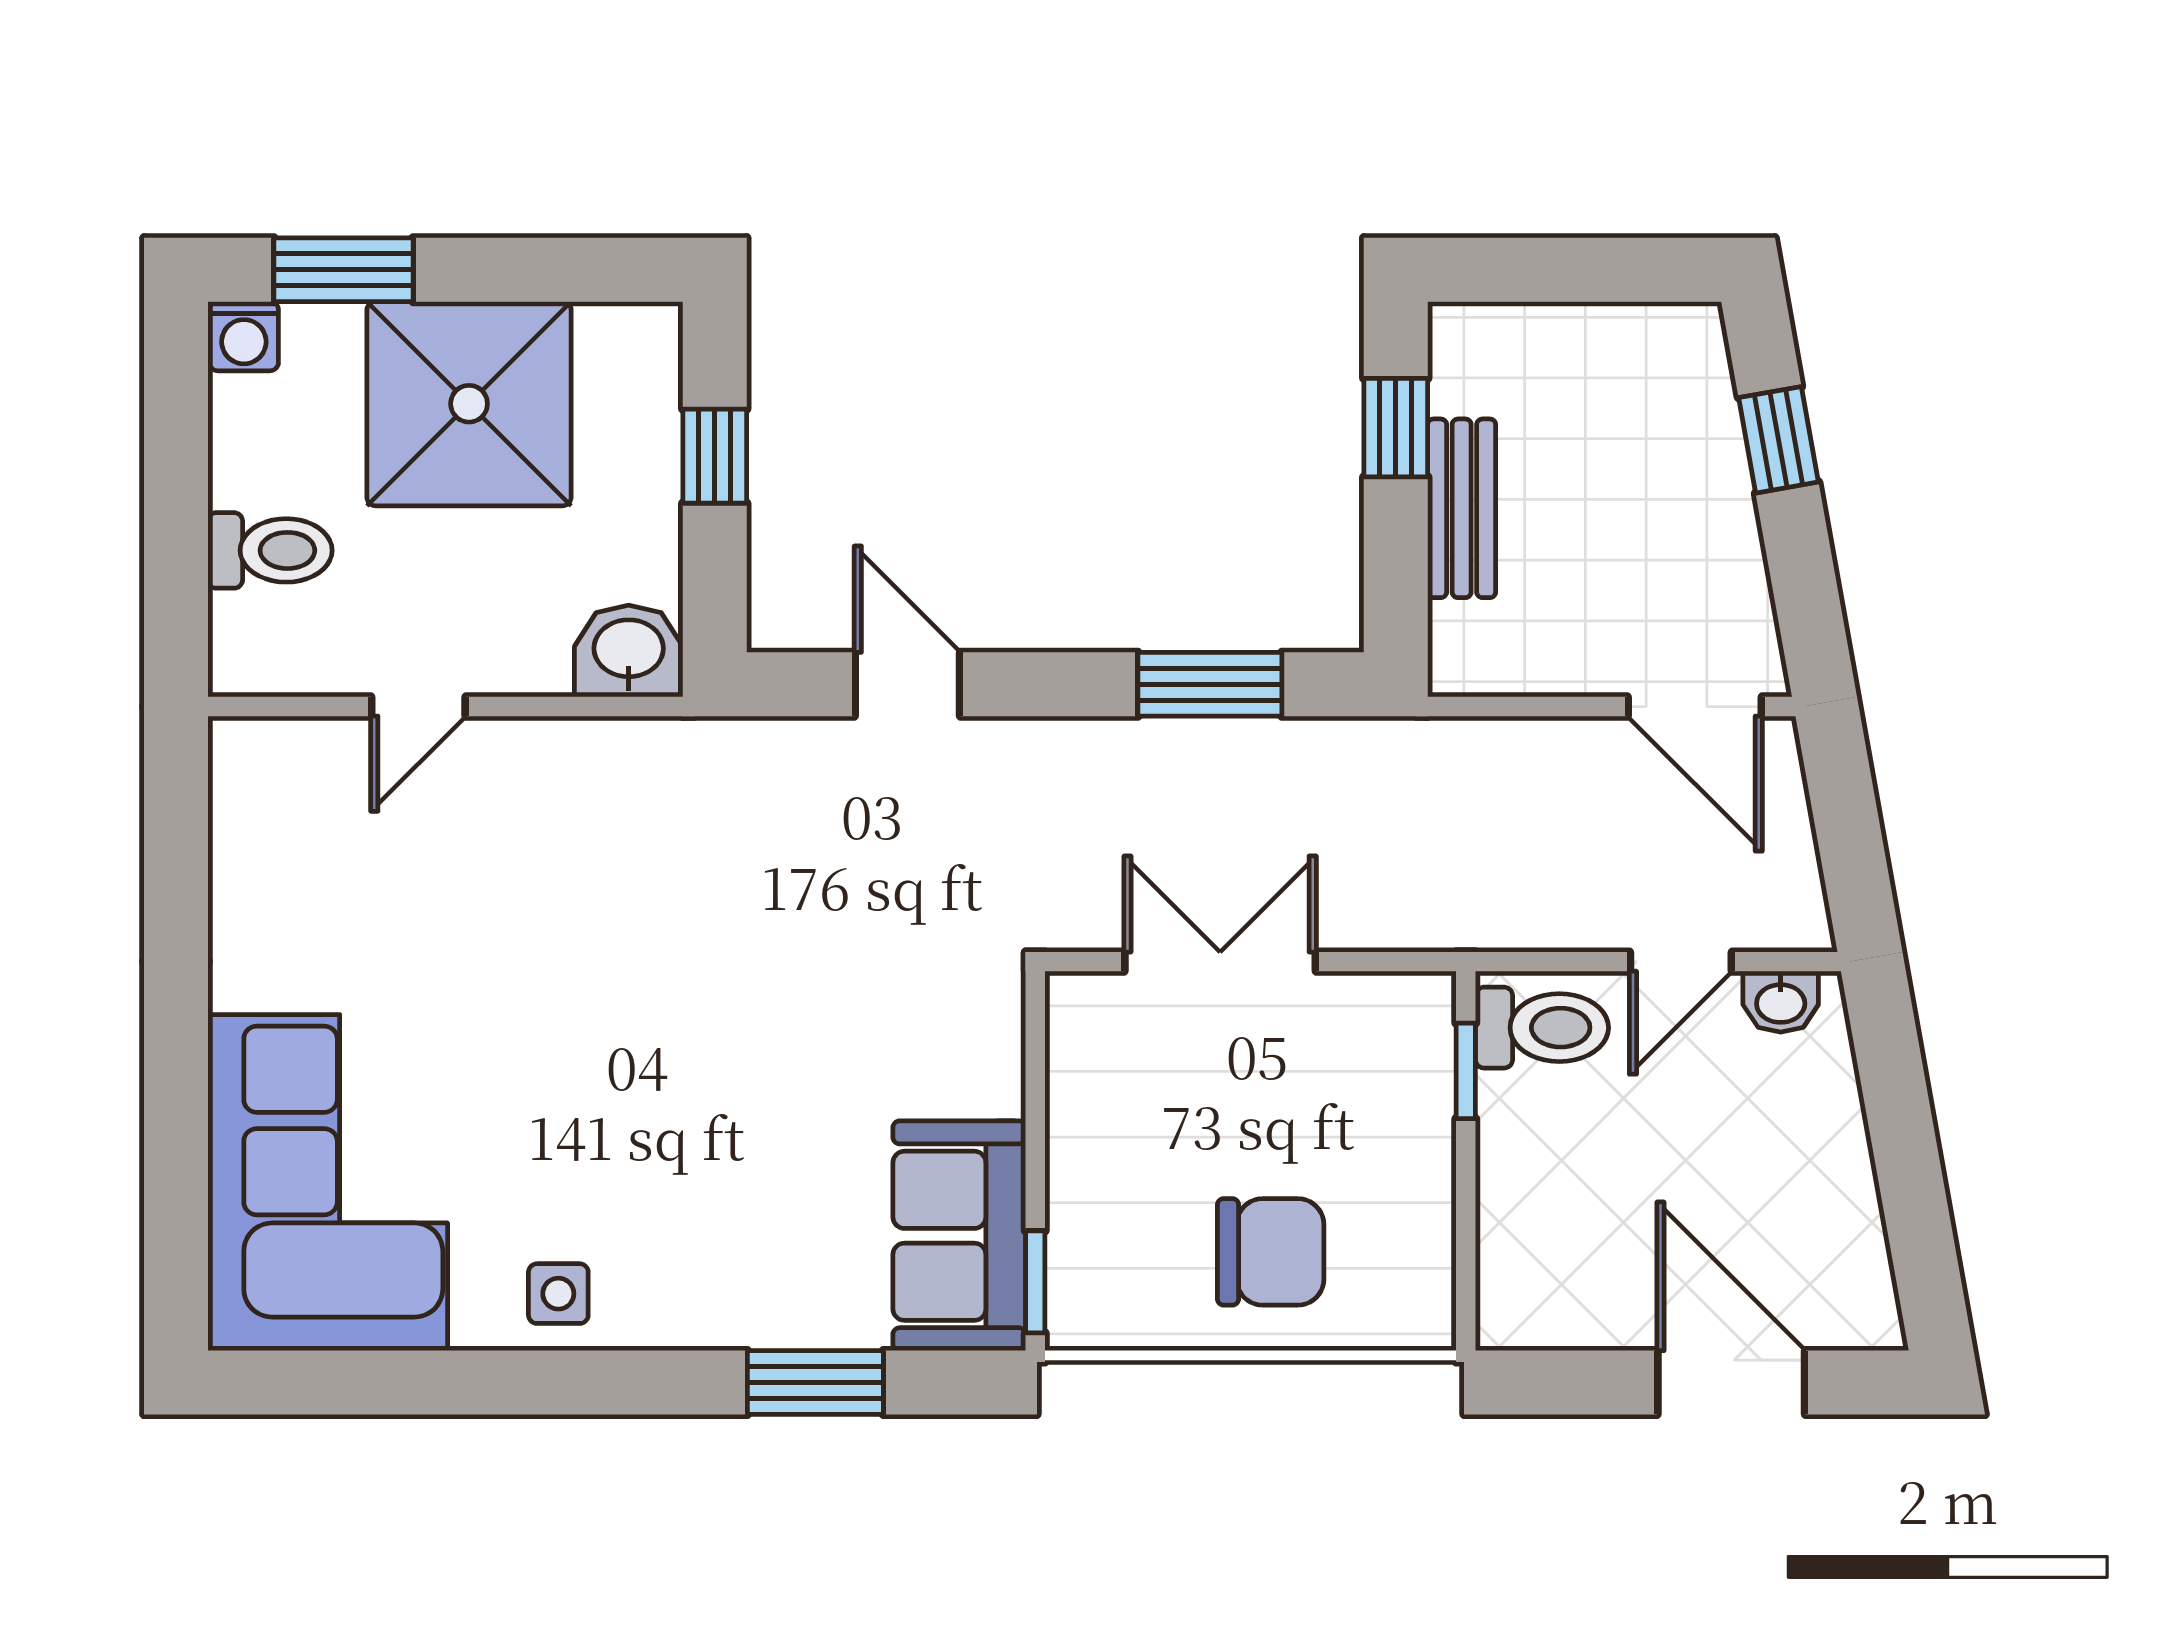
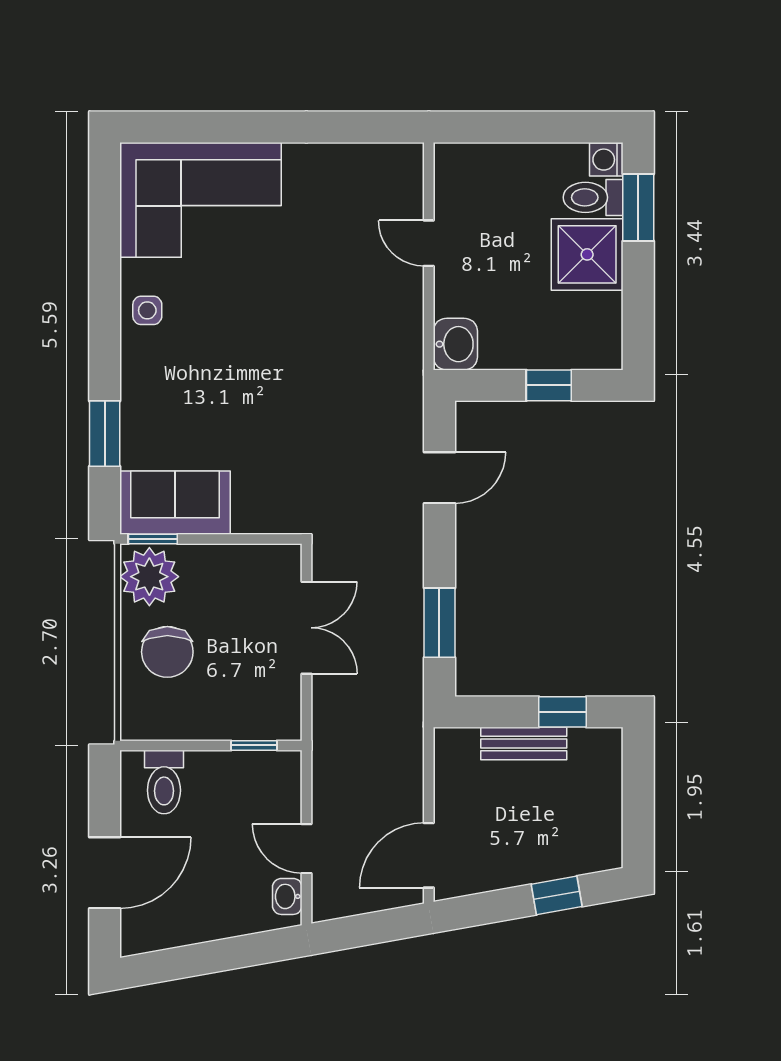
shower: (469, 404) -> (587, 254), width x0.73, depth x0.73
toilet: (270, 550) -> (593, 197), moved, turned 90
toilet: (1542, 1028) -> (164, 782), moved
plant: (1114, 1289) -> (149, 577), added

